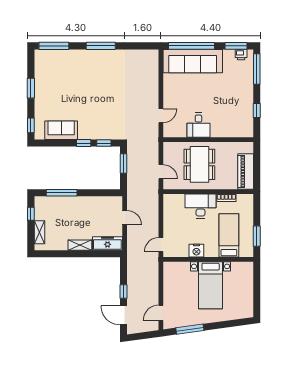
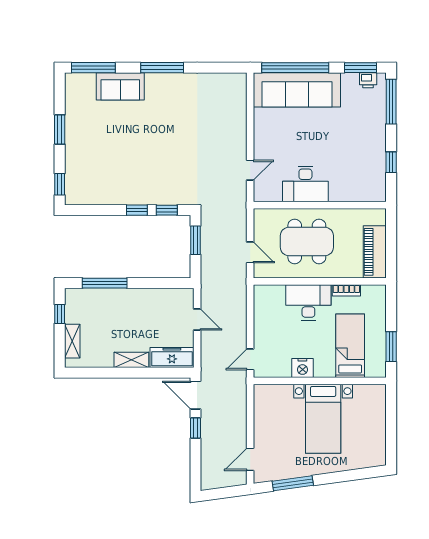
desk: (198, 125) -> (305, 184), width x1.37
sofa: (61, 130) -> (120, 86), moved, turned 180
dining table: (199, 164) -> (307, 241), turned 90
door: (124, 315) -> (195, 395), moved

